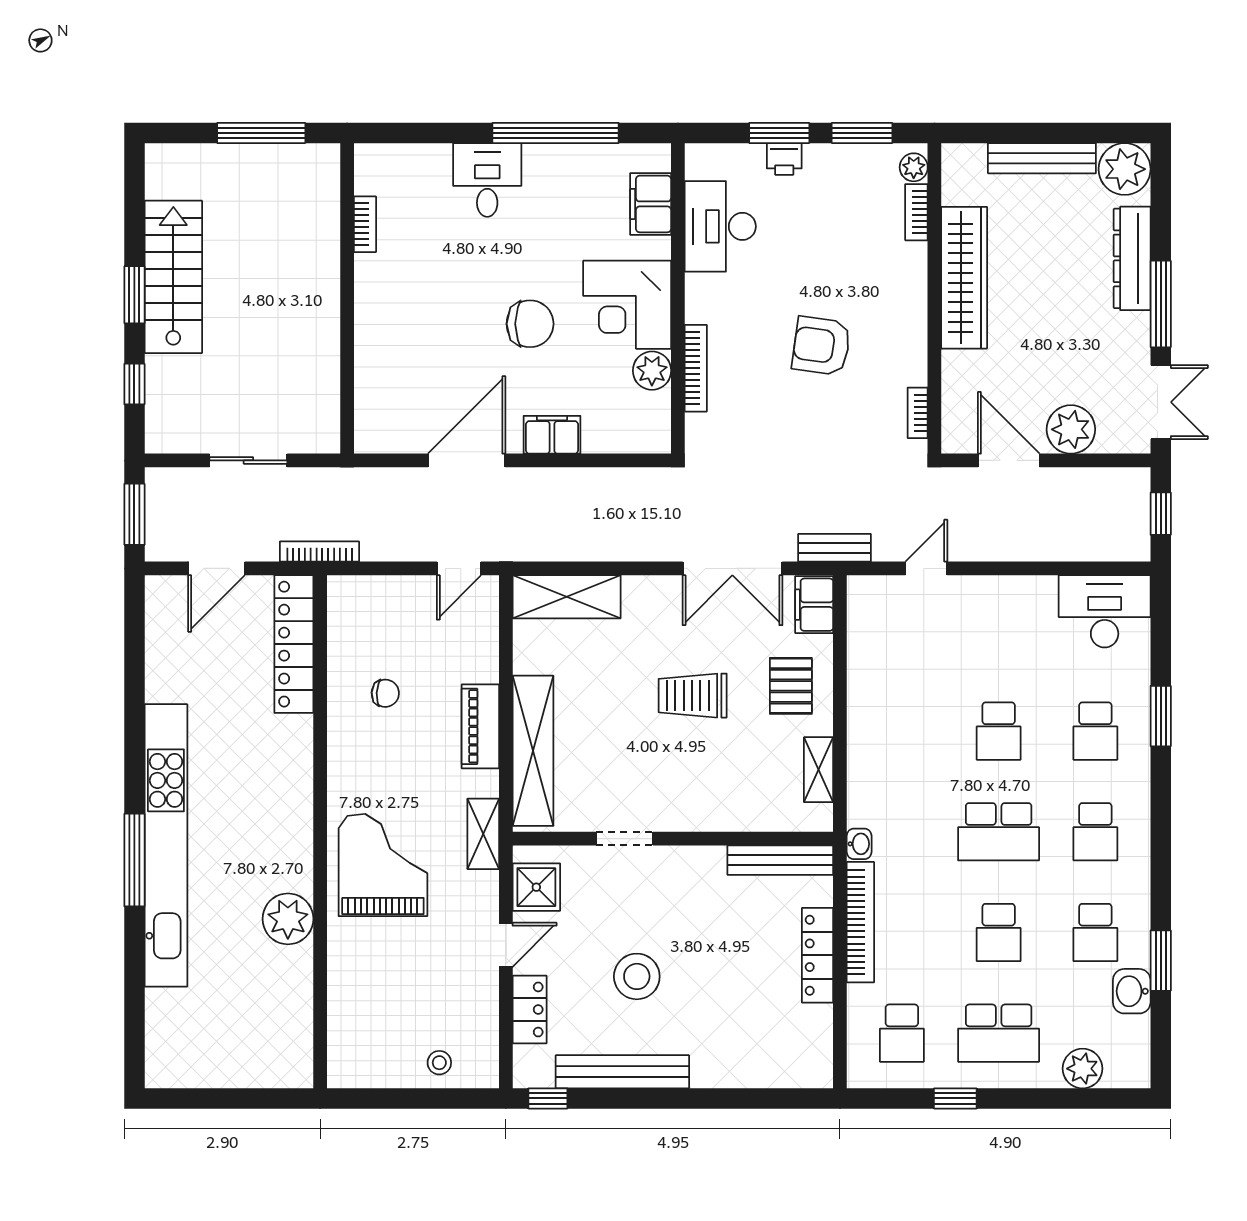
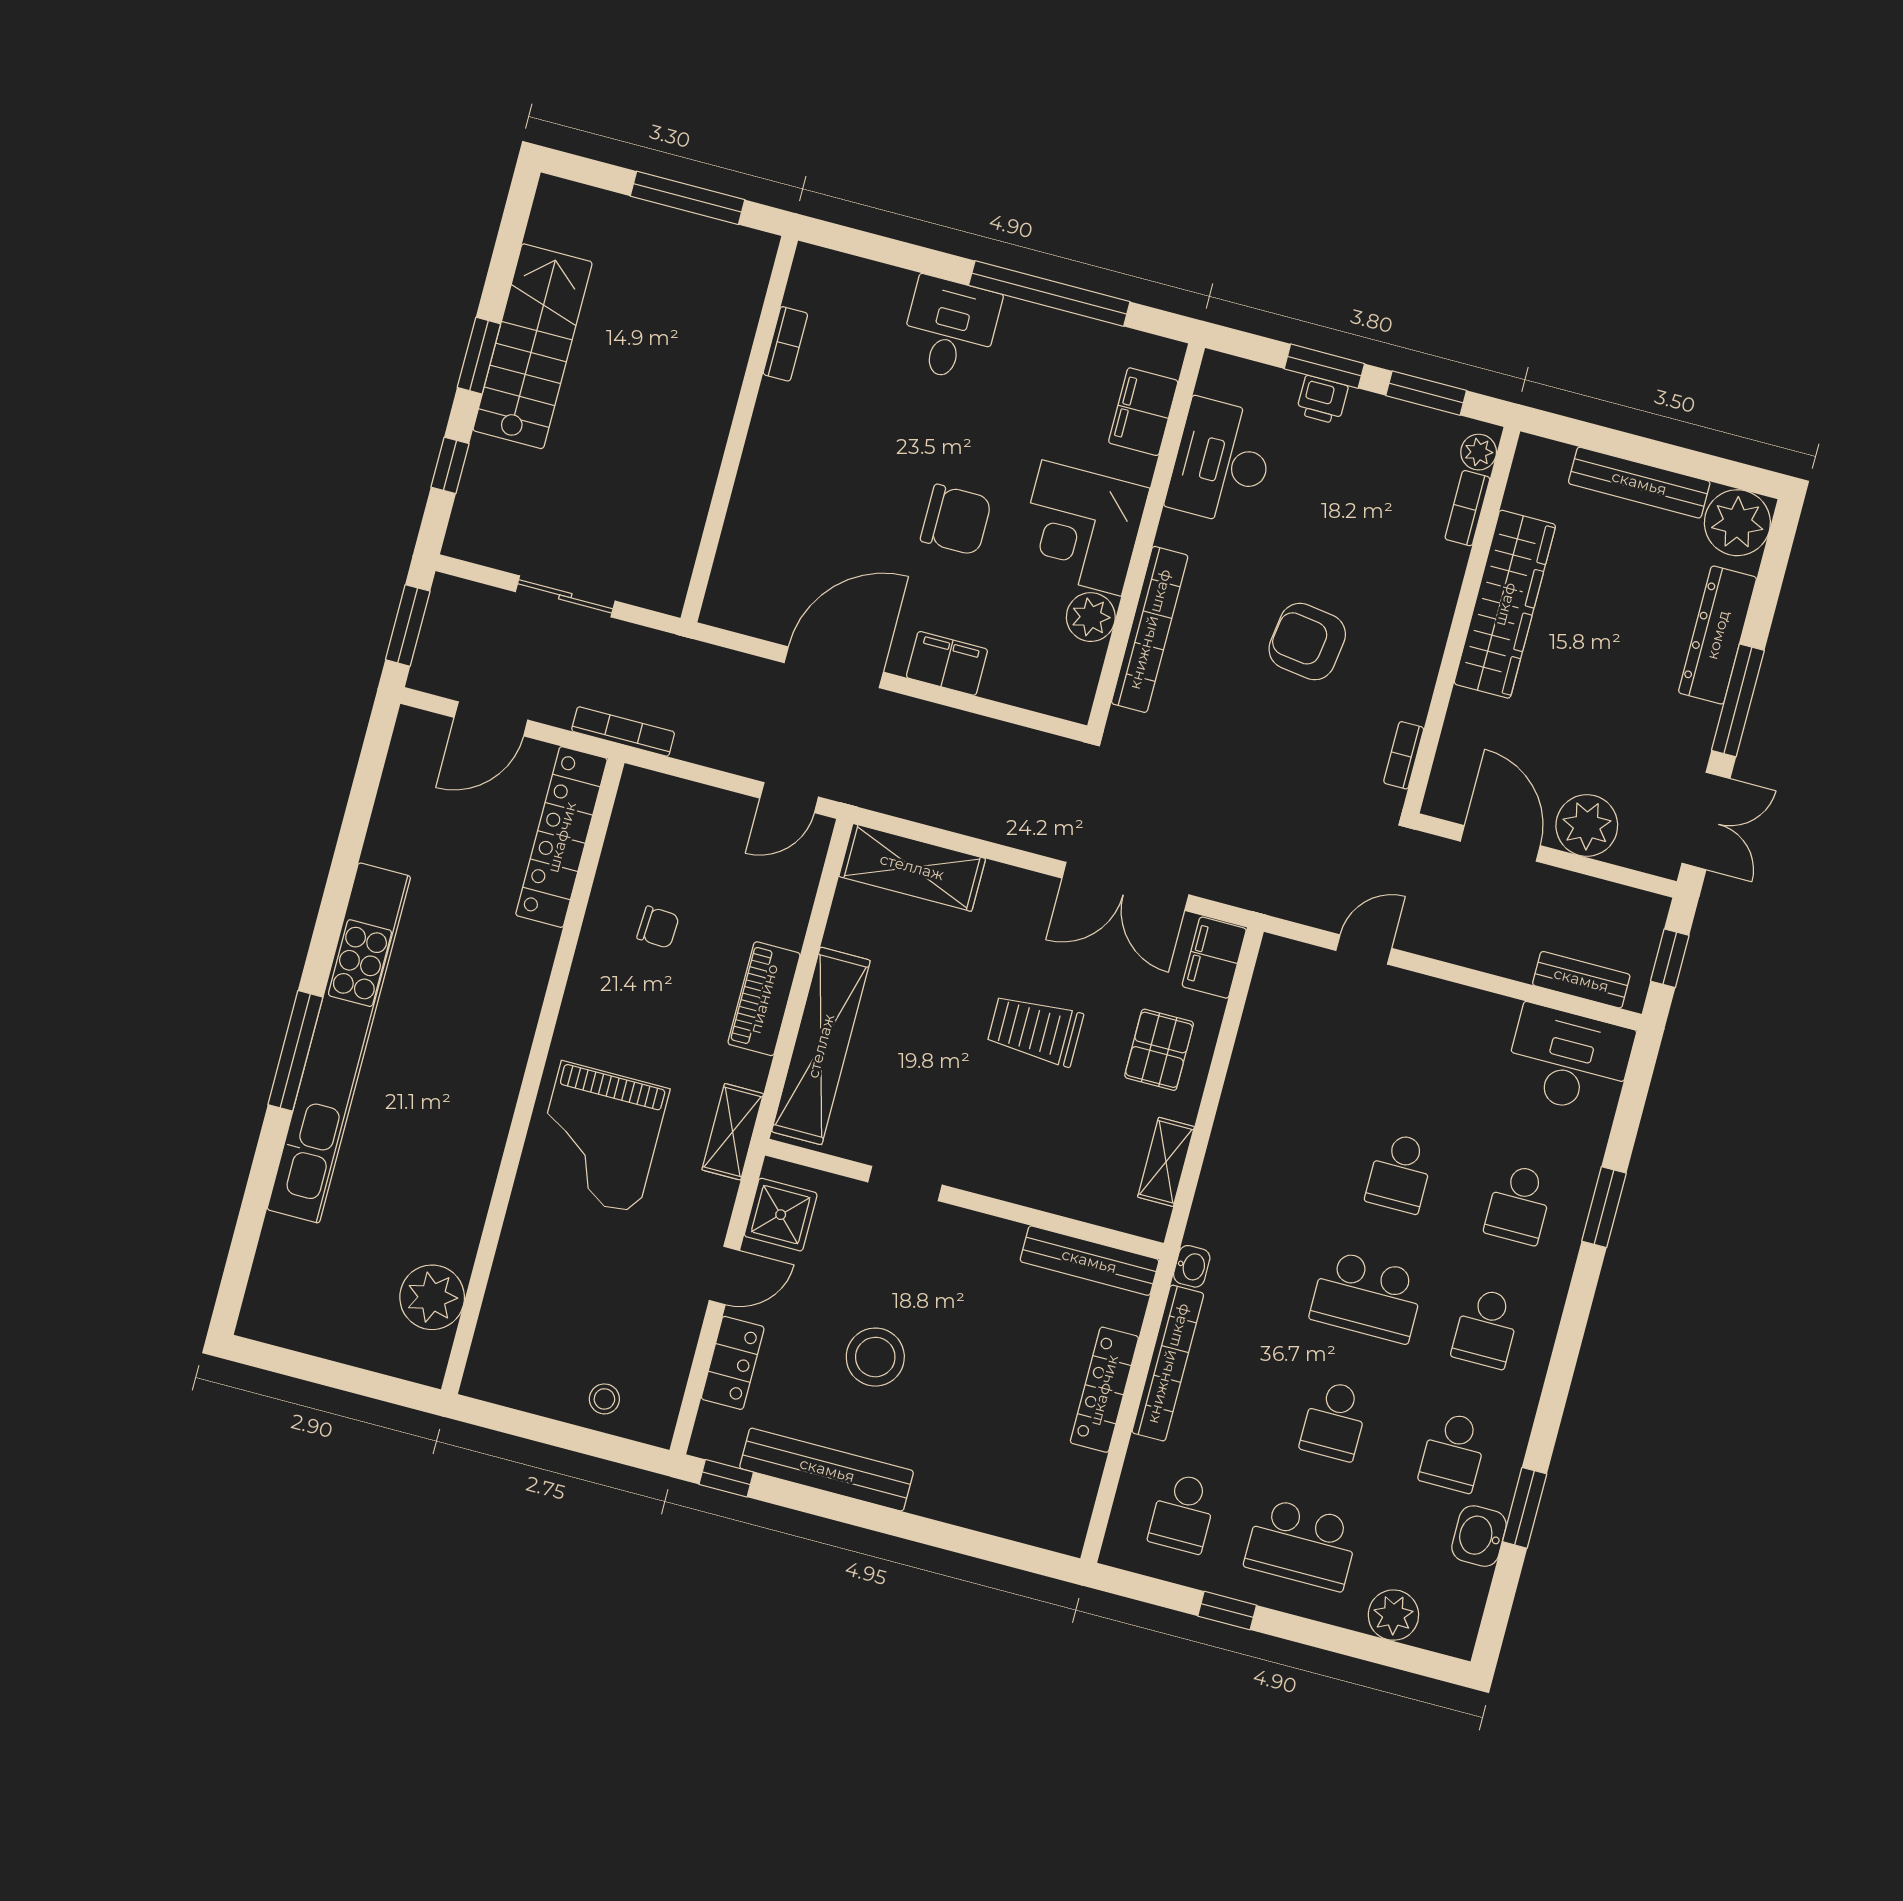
bookcase: (696, 368) -> (1150, 629), width x1.48, depth x1.31
bench: (834, 548) -> (1581, 980), moved
grand piano: (383, 865) -> (599, 1138), turned 180
plant: (288, 919) -> (432, 1297), moved

